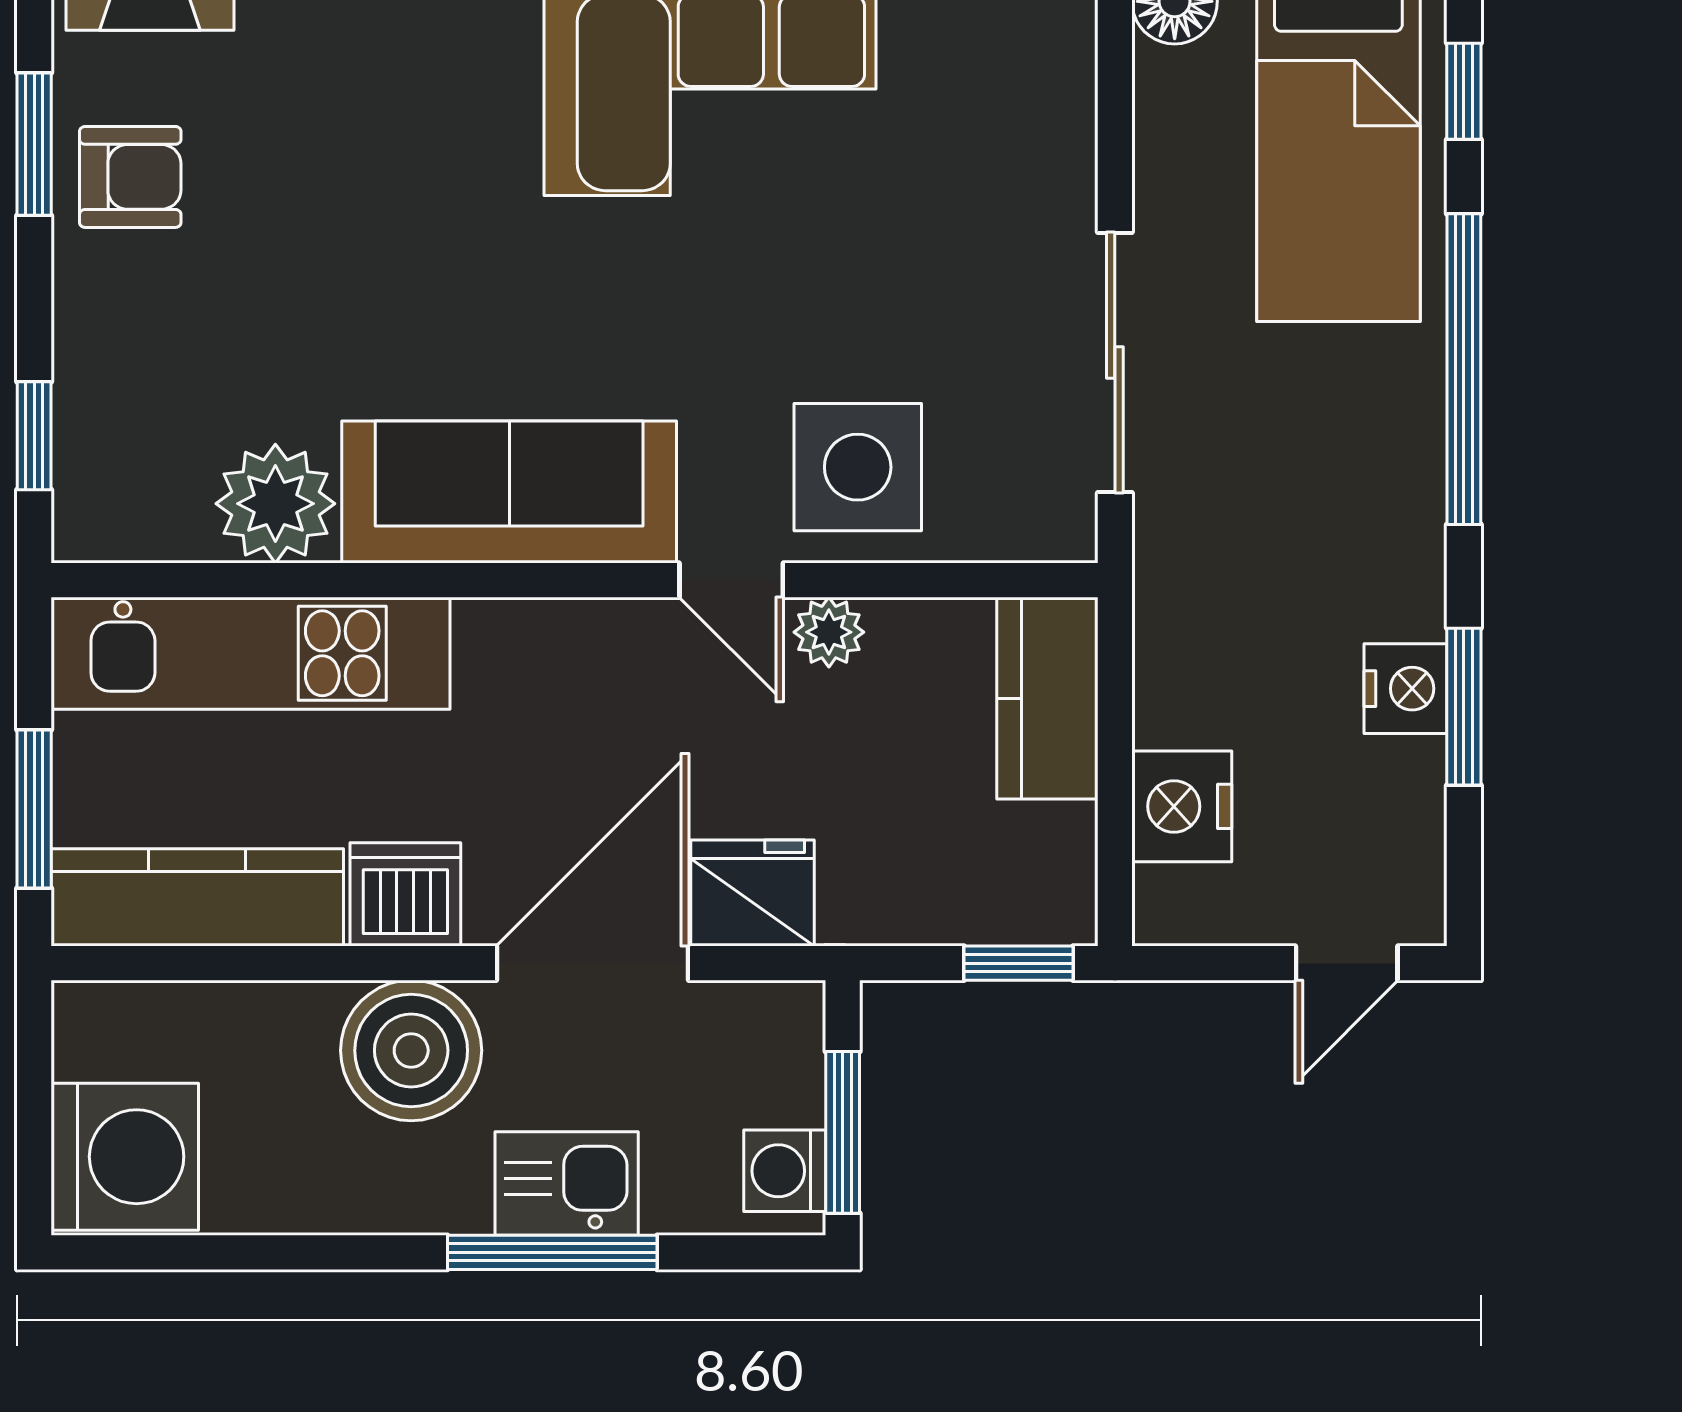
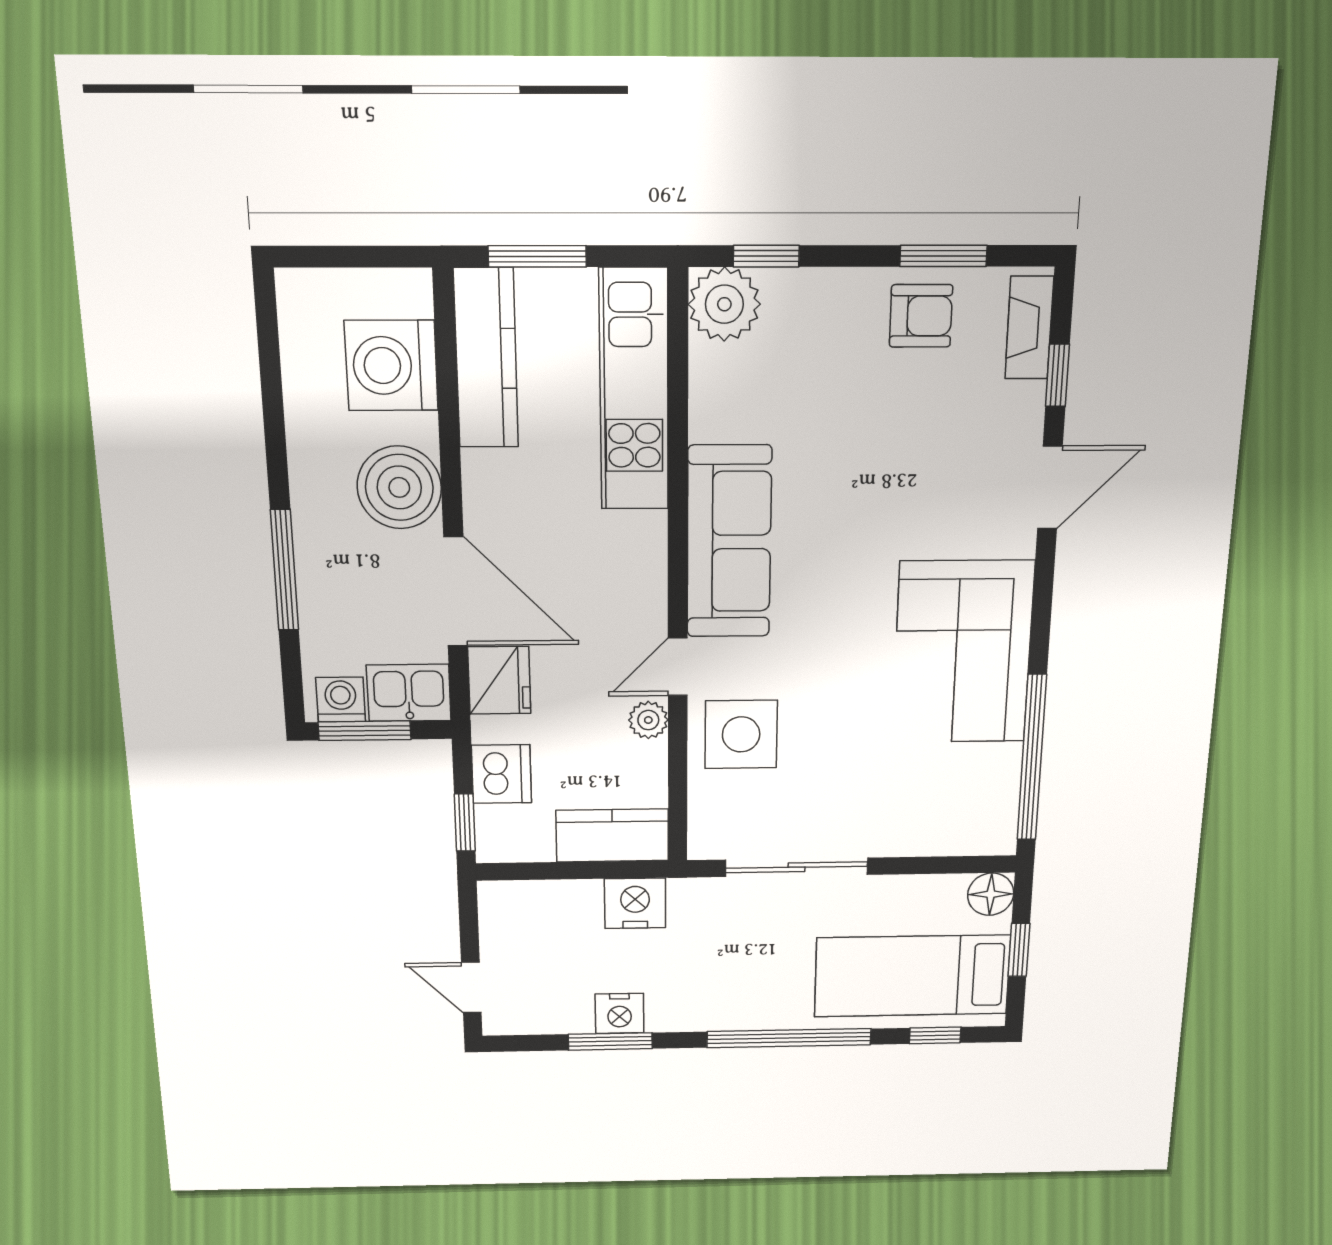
armchair: (130, 177) -> (921, 316), turned -90
plant: (275, 504) -> (724, 304), moved
nightstand: (1182, 806) -> (635, 903), moved
dishwasher: (405, 894) -> (501, 774), moved
washing machine: (125, 1157) -> (391, 365), moved, turned 90
kitchen sink: (567, 1183) -> (409, 693), moved, turned -90

